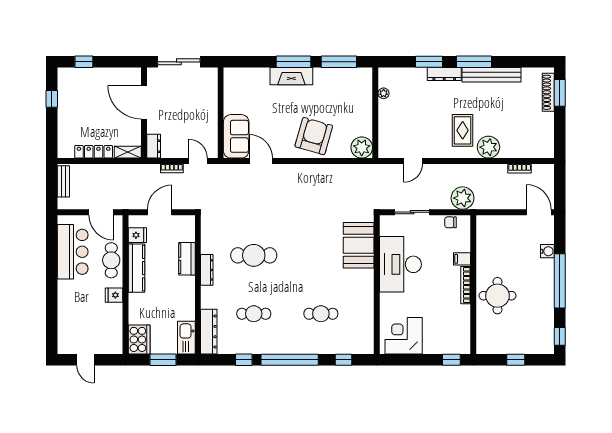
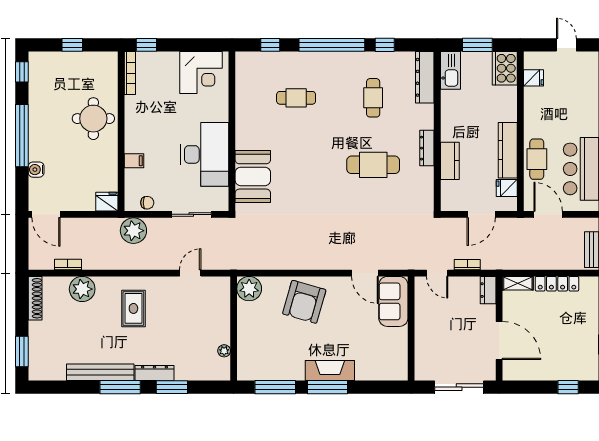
shoe rack: (548, 92) -> (35, 298), moved
plant: (488, 147) -> (82, 289), moved
fridge: (486, 223) -> (107, 202), added
bookcase: (466, 285) -> (130, 73), moved
fridge: (114, 295) -> (534, 78), moved
cafe table: (254, 314) -> (373, 98), turned 90

